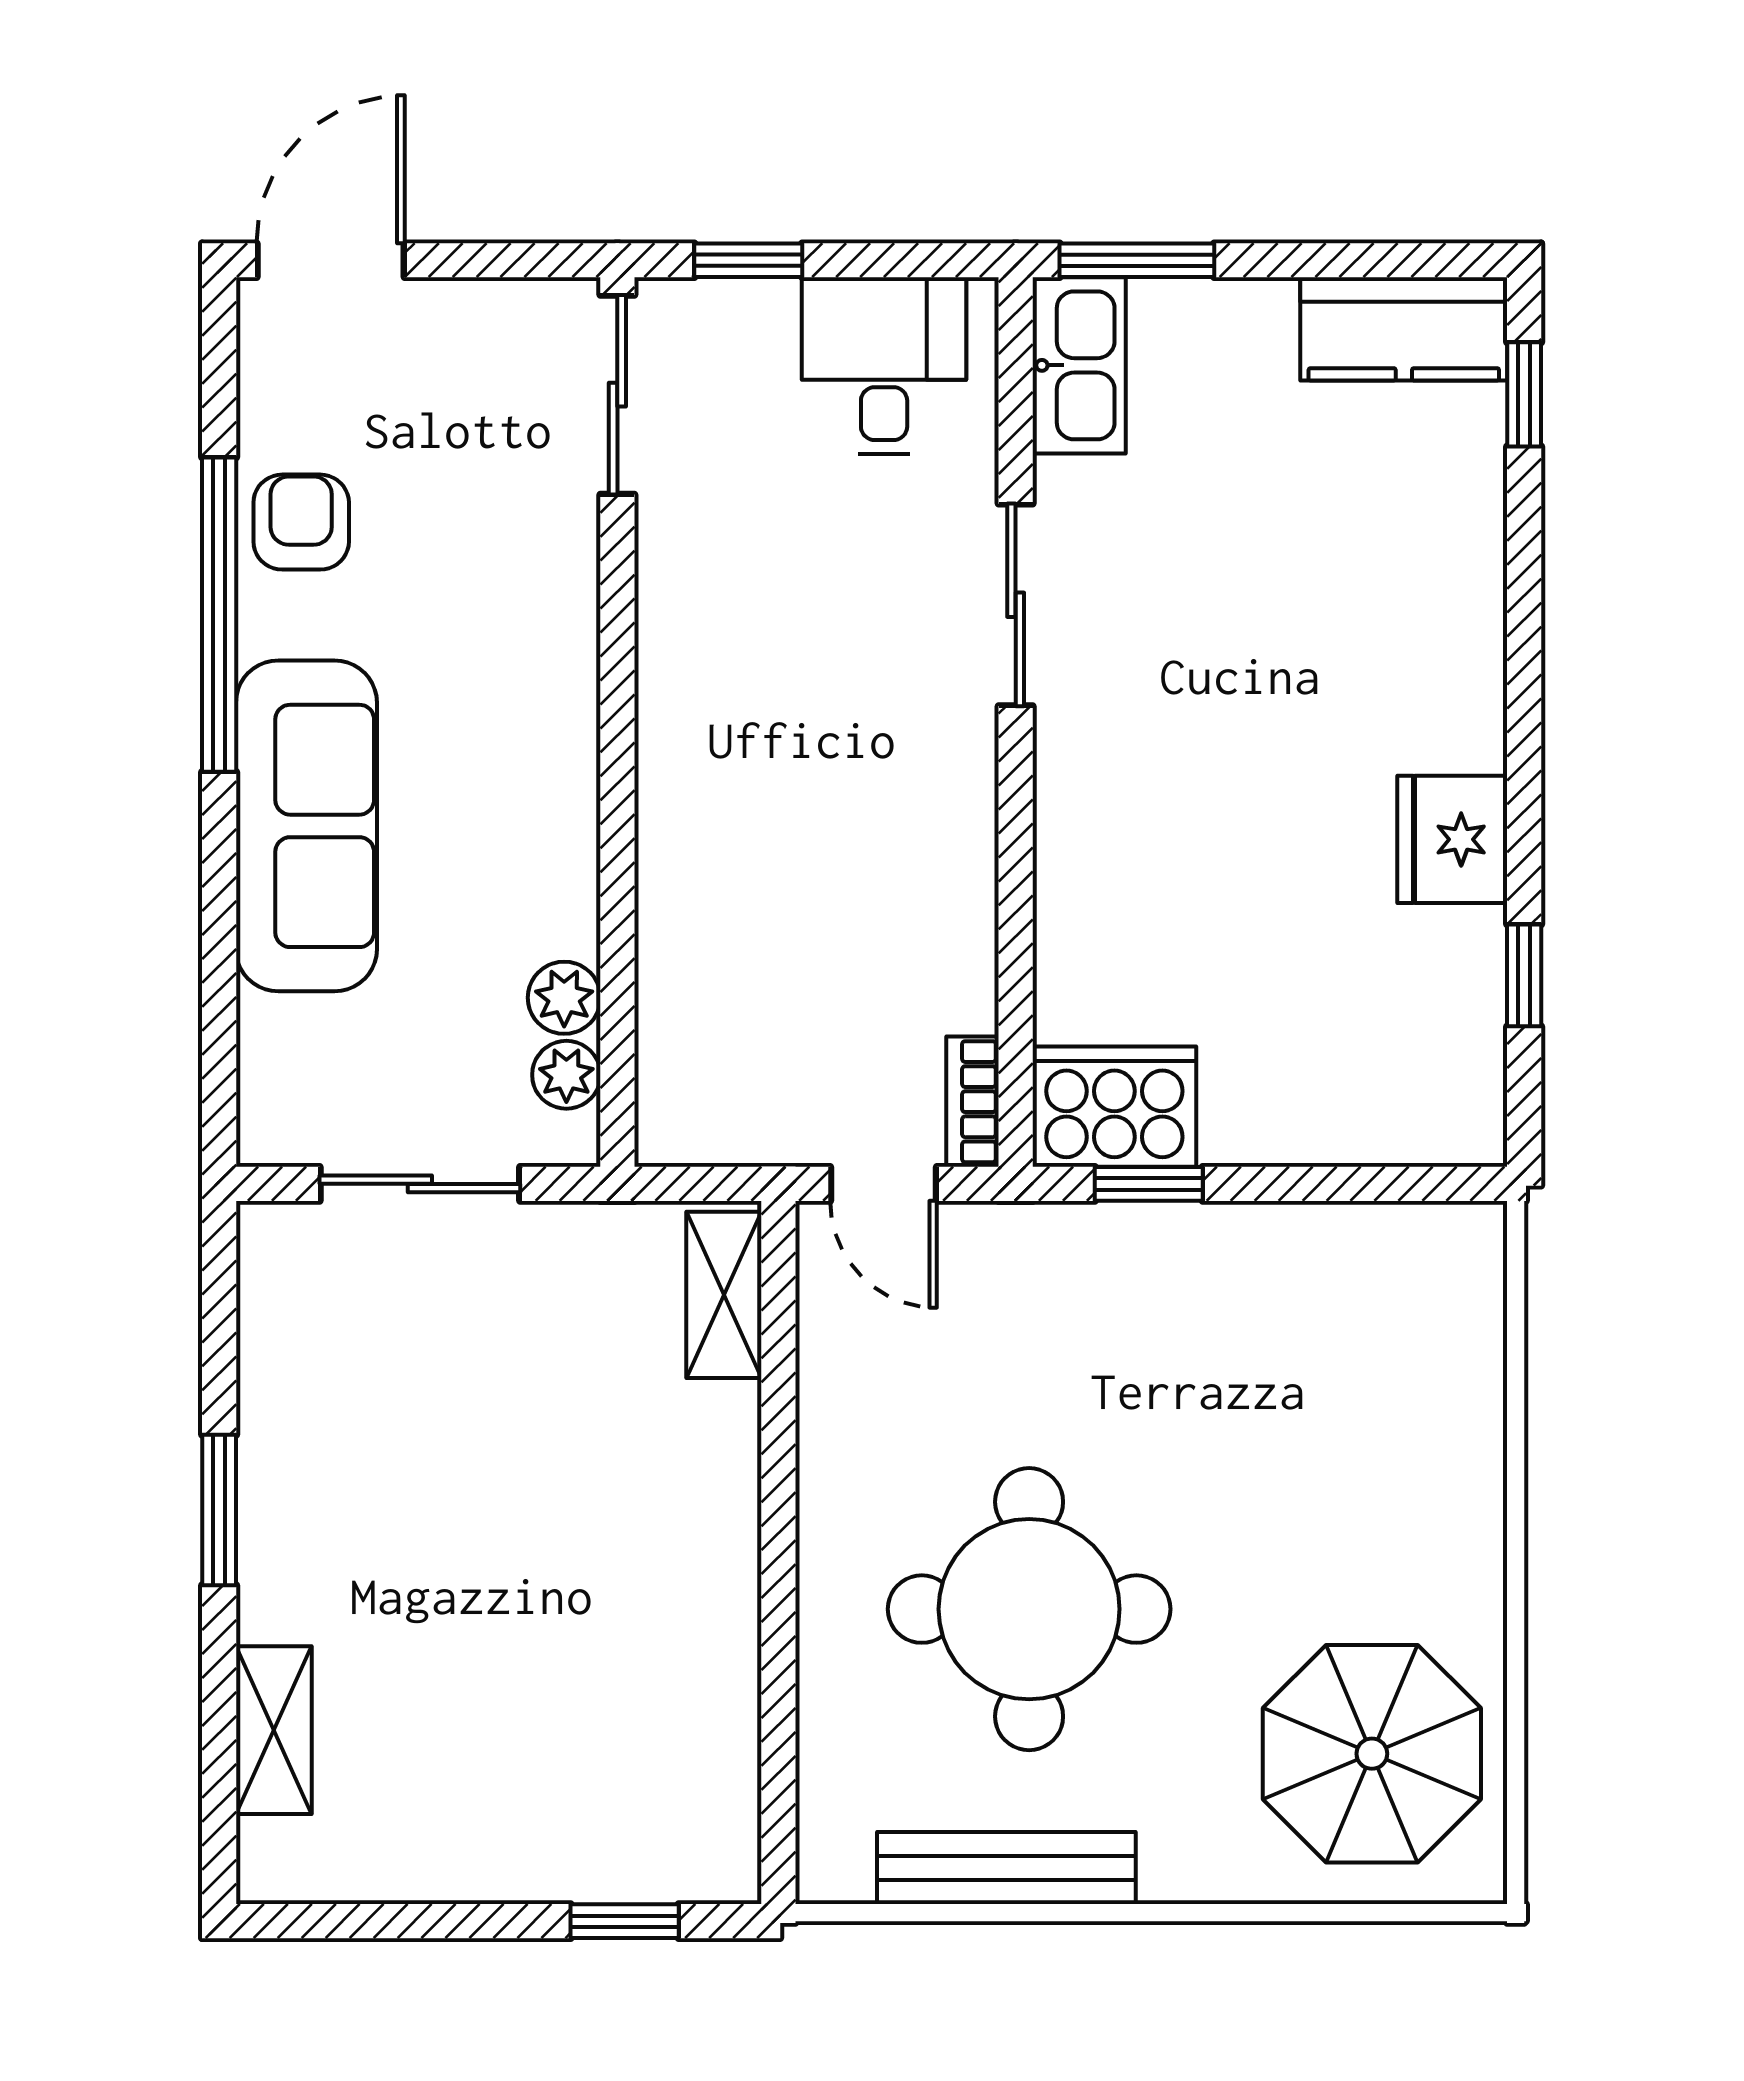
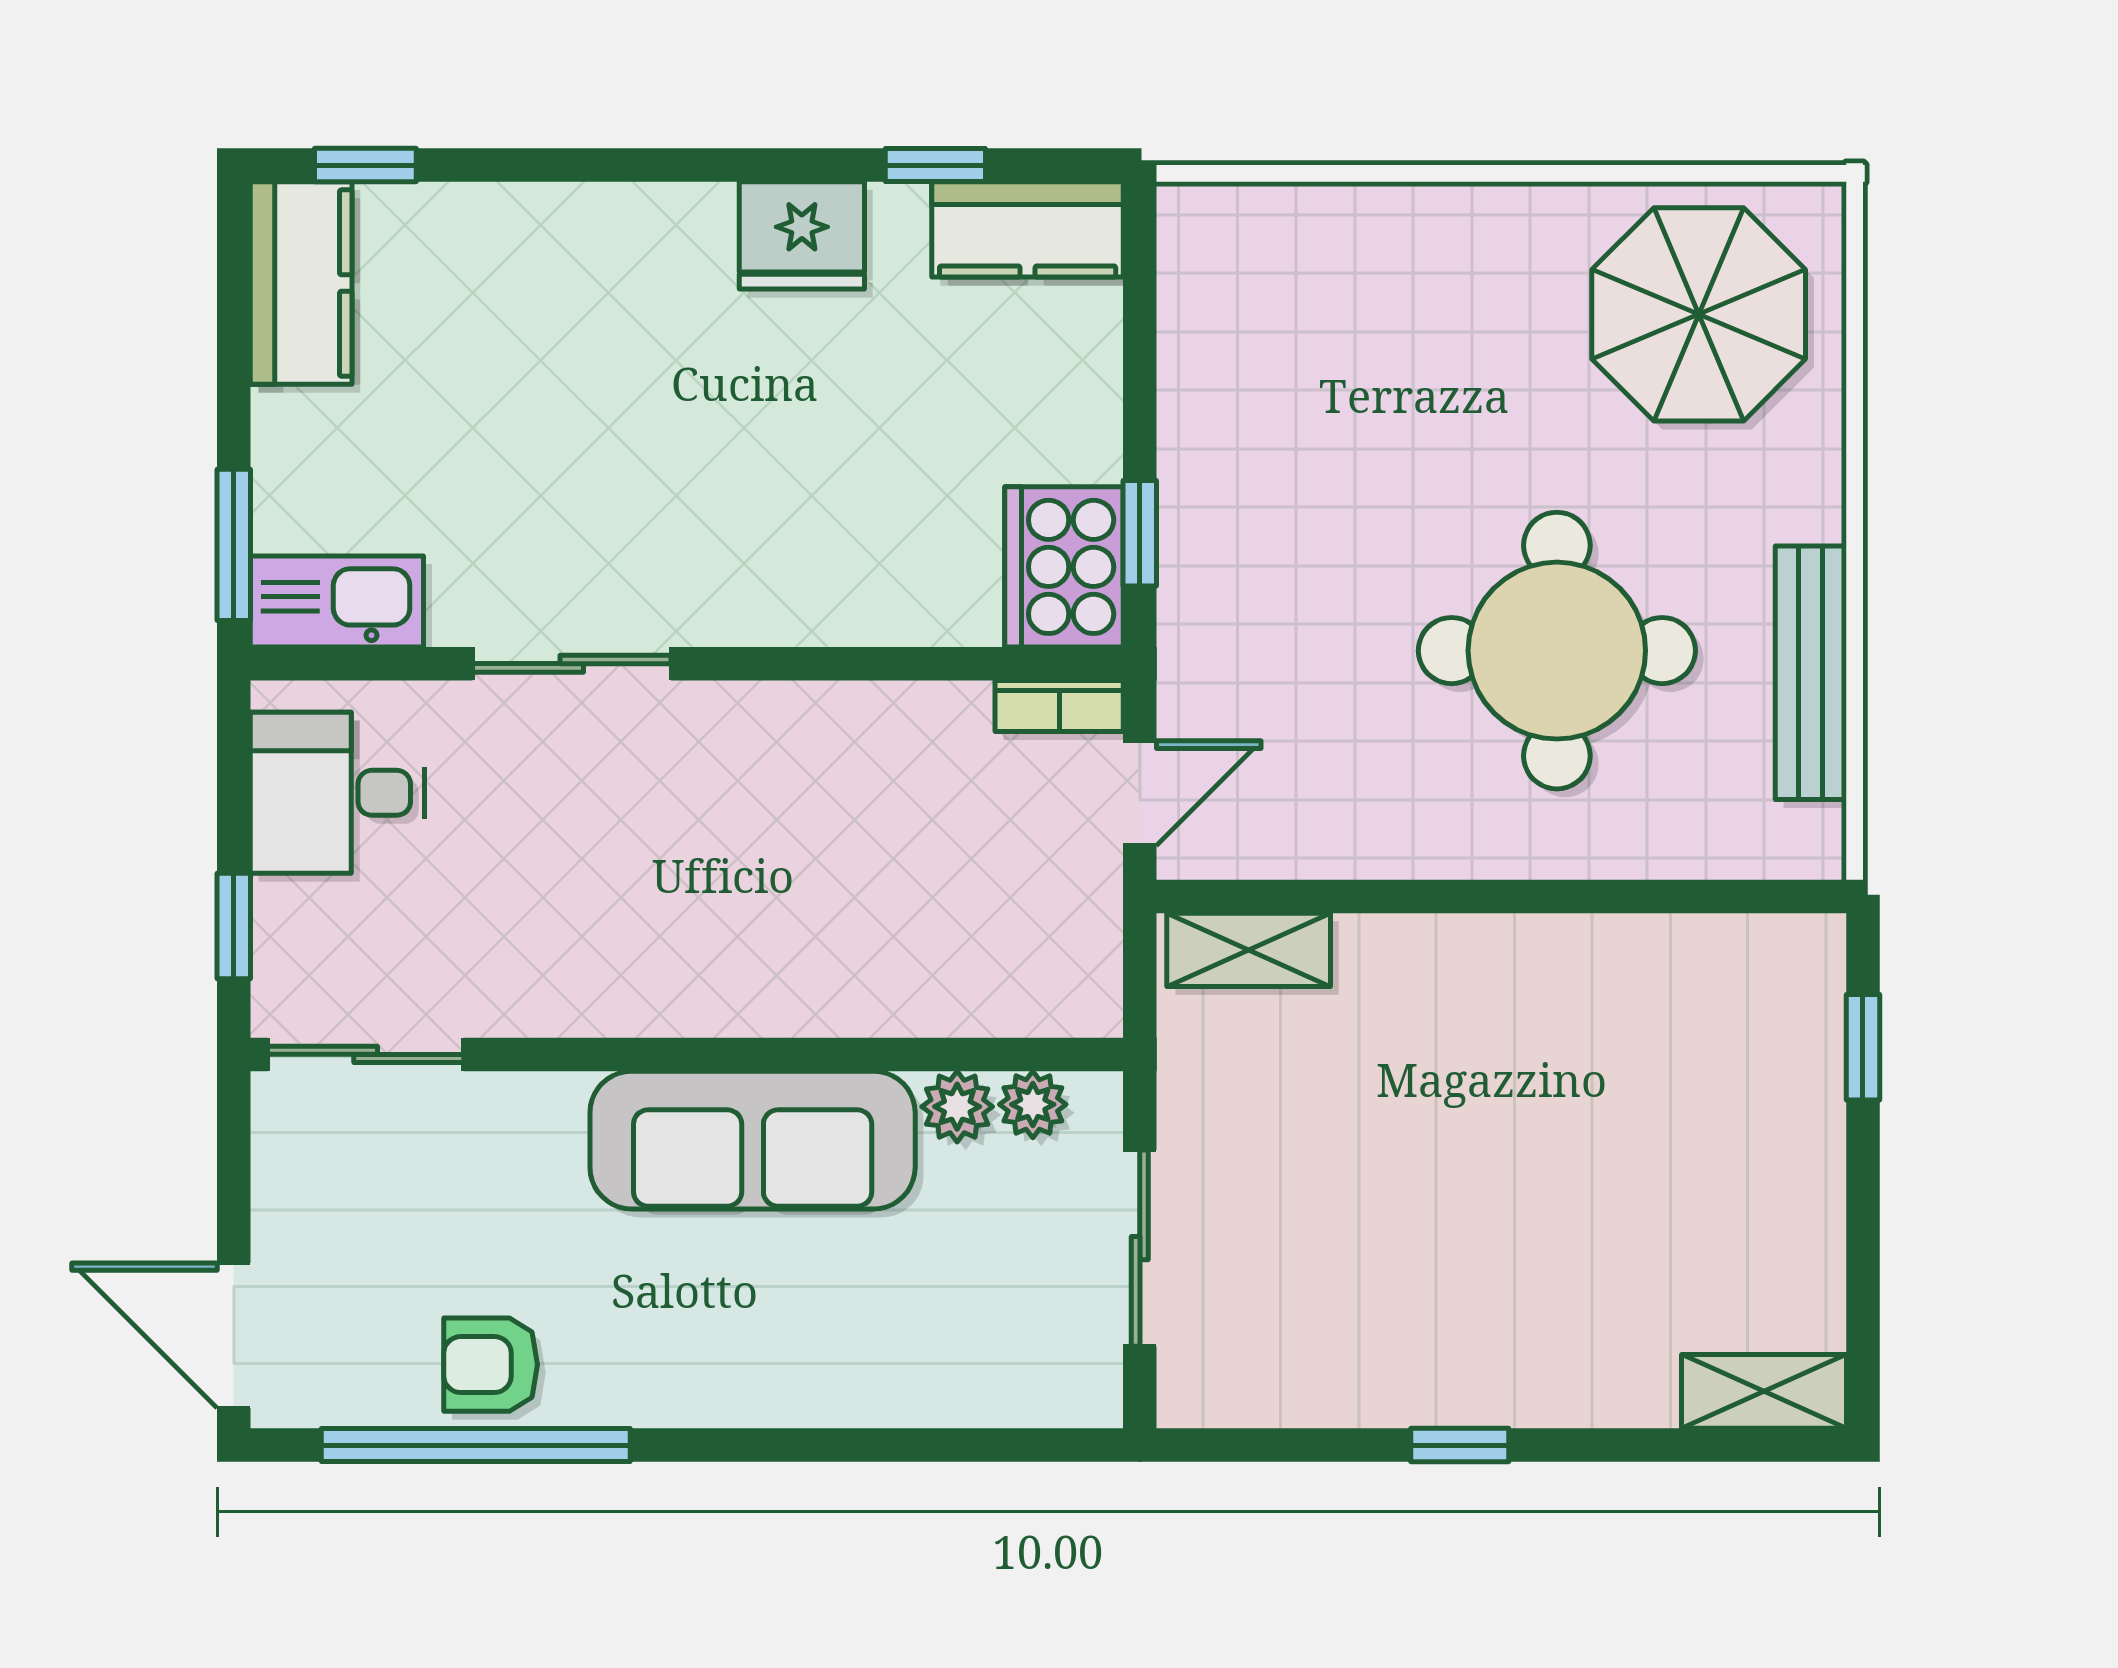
window: (219, 615) -> (476, 1445), moved
sofa: (306, 826) -> (753, 1140), moved, turned 180
kitchen counter: (1458, 1069) -> (1028, 229), added
window: (219, 1510) -> (1460, 1445), width x0.67
shelving: (274, 1730) -> (1764, 1391), moved

